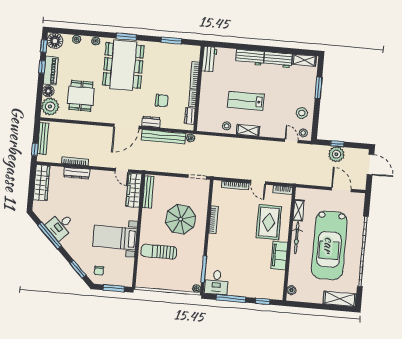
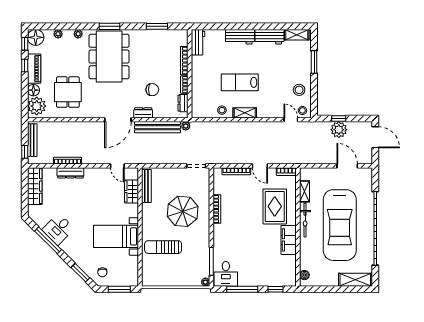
wardrobe: (134, 190) -> (131, 191), width x0.67

